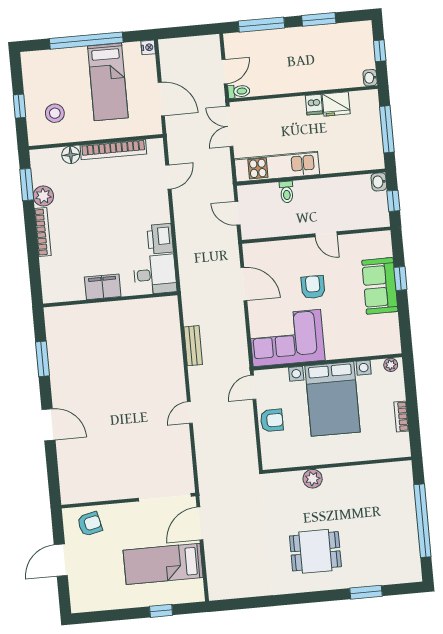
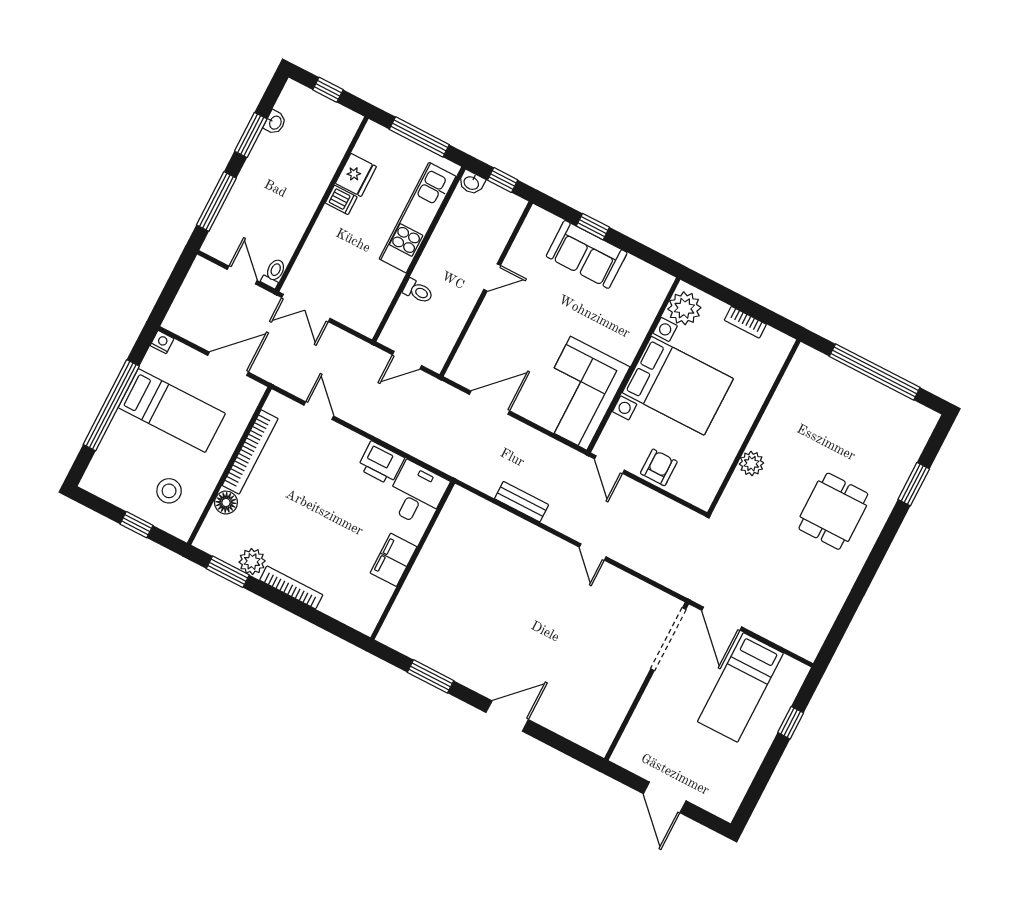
washbasin: (370, 78) -> (275, 122), moved, turned -90
kitchen unit: (277, 167) -> (418, 218), moved
armchair: (313, 287) -> (541, 329), removed
plant: (391, 365) -> (684, 308), width x1.88, depth x1.88
armchair: (90, 524) -> (645, 740), removed

